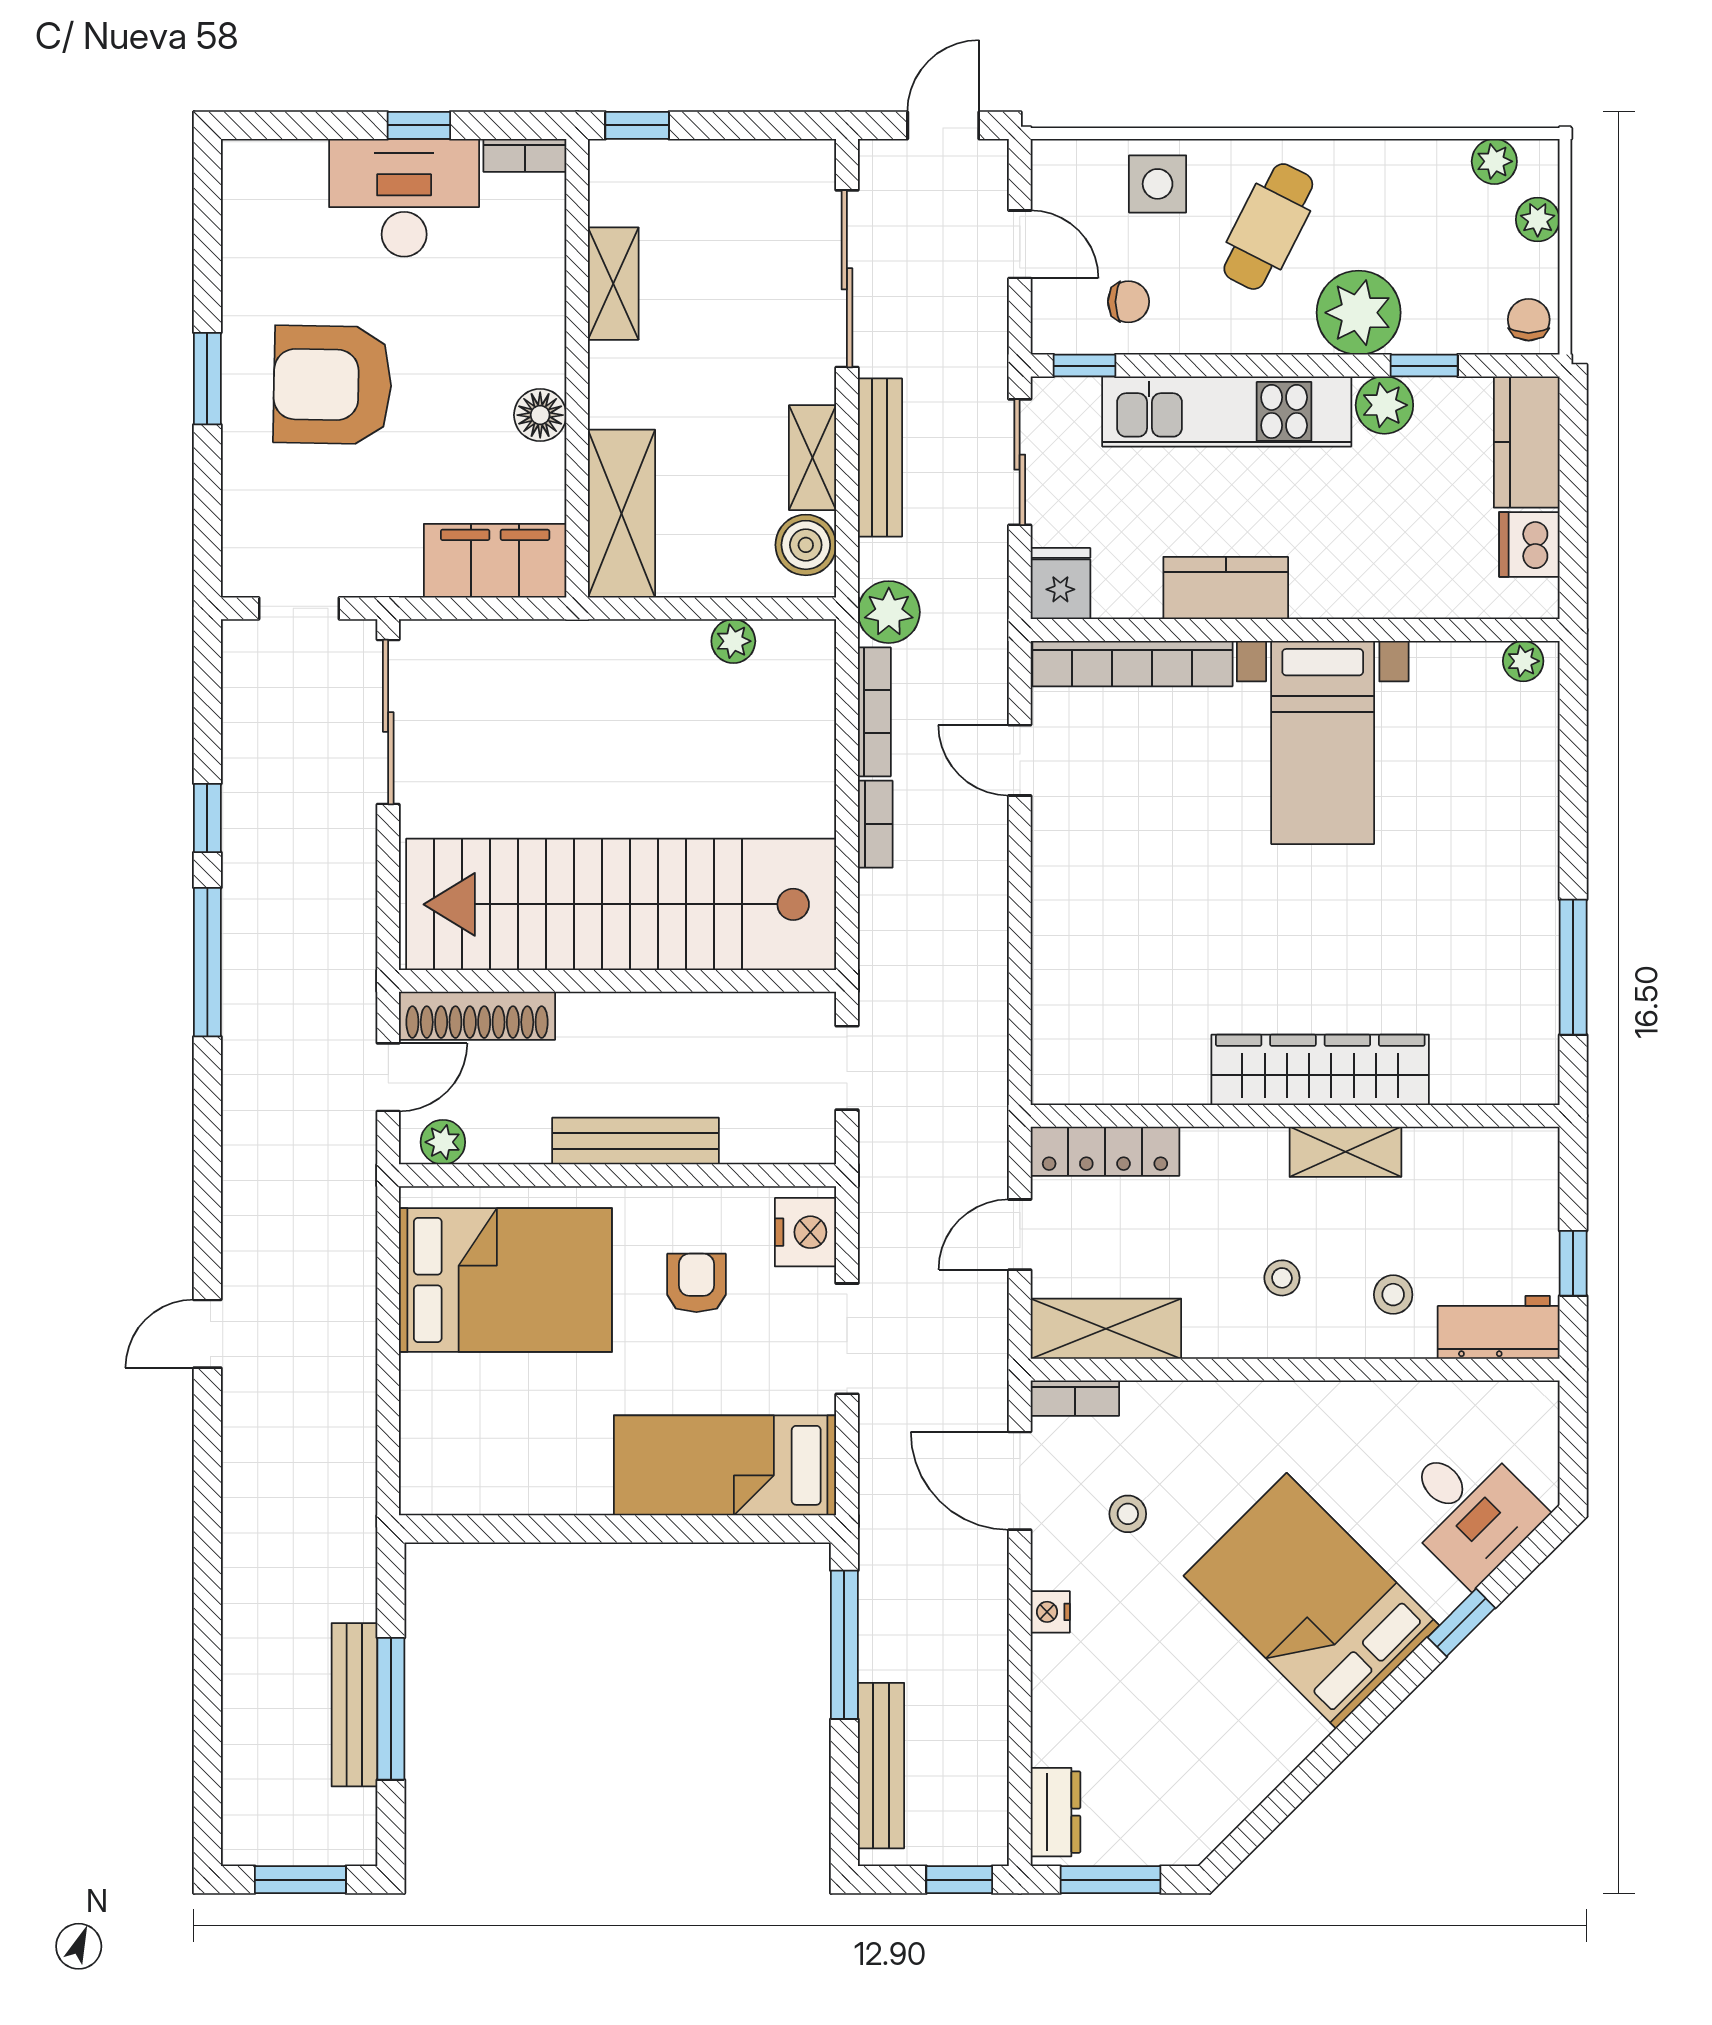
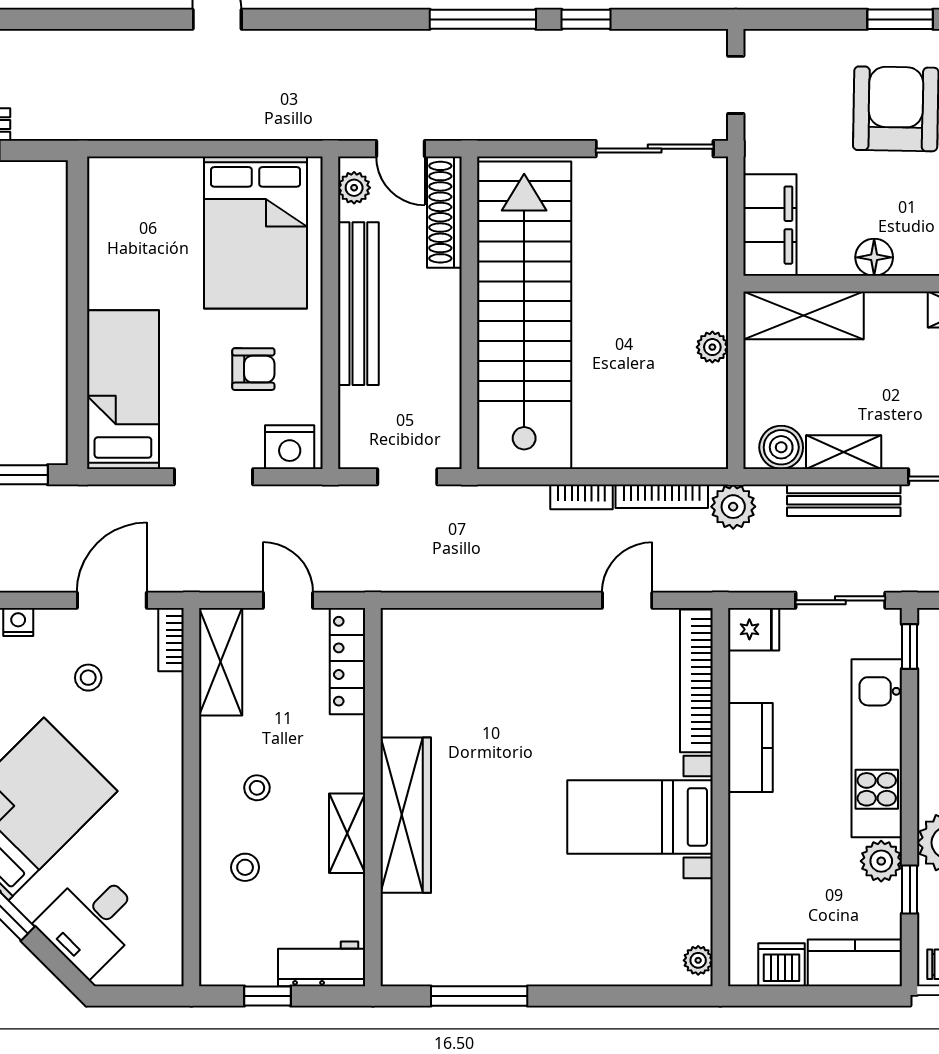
plant: (733, 641) -> (712, 347), moved
bench: (635, 1141) -> (358, 304), width x1.37, depth x1.21
workbench: (1499, 1327) -> (322, 964), moved, turned -90

